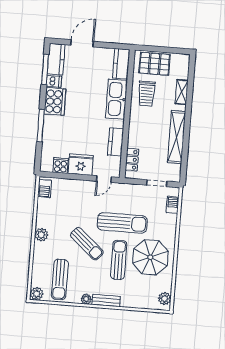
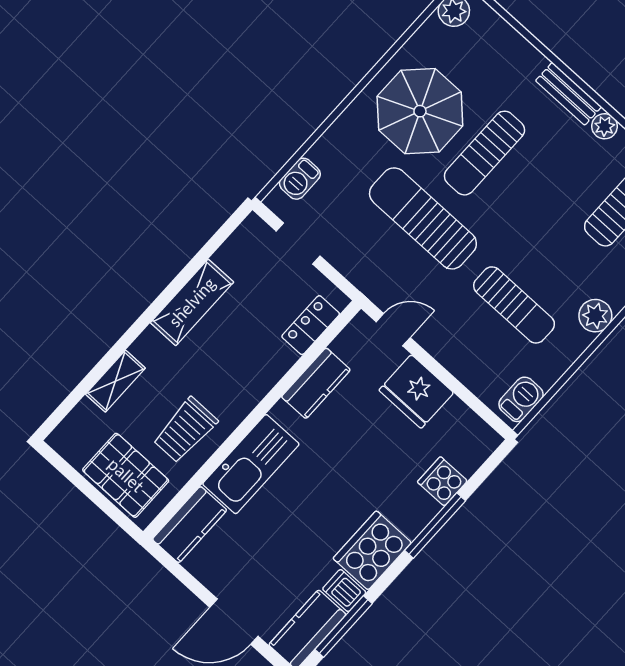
trolley: (147, 94) -> (185, 430), turned 180
shelving: (177, 137) -> (192, 302), width x0.68
cooker: (61, 166) -> (442, 481), moved, turned 90
sun lounger: (87, 244) -> (514, 305), moved, turned 139

